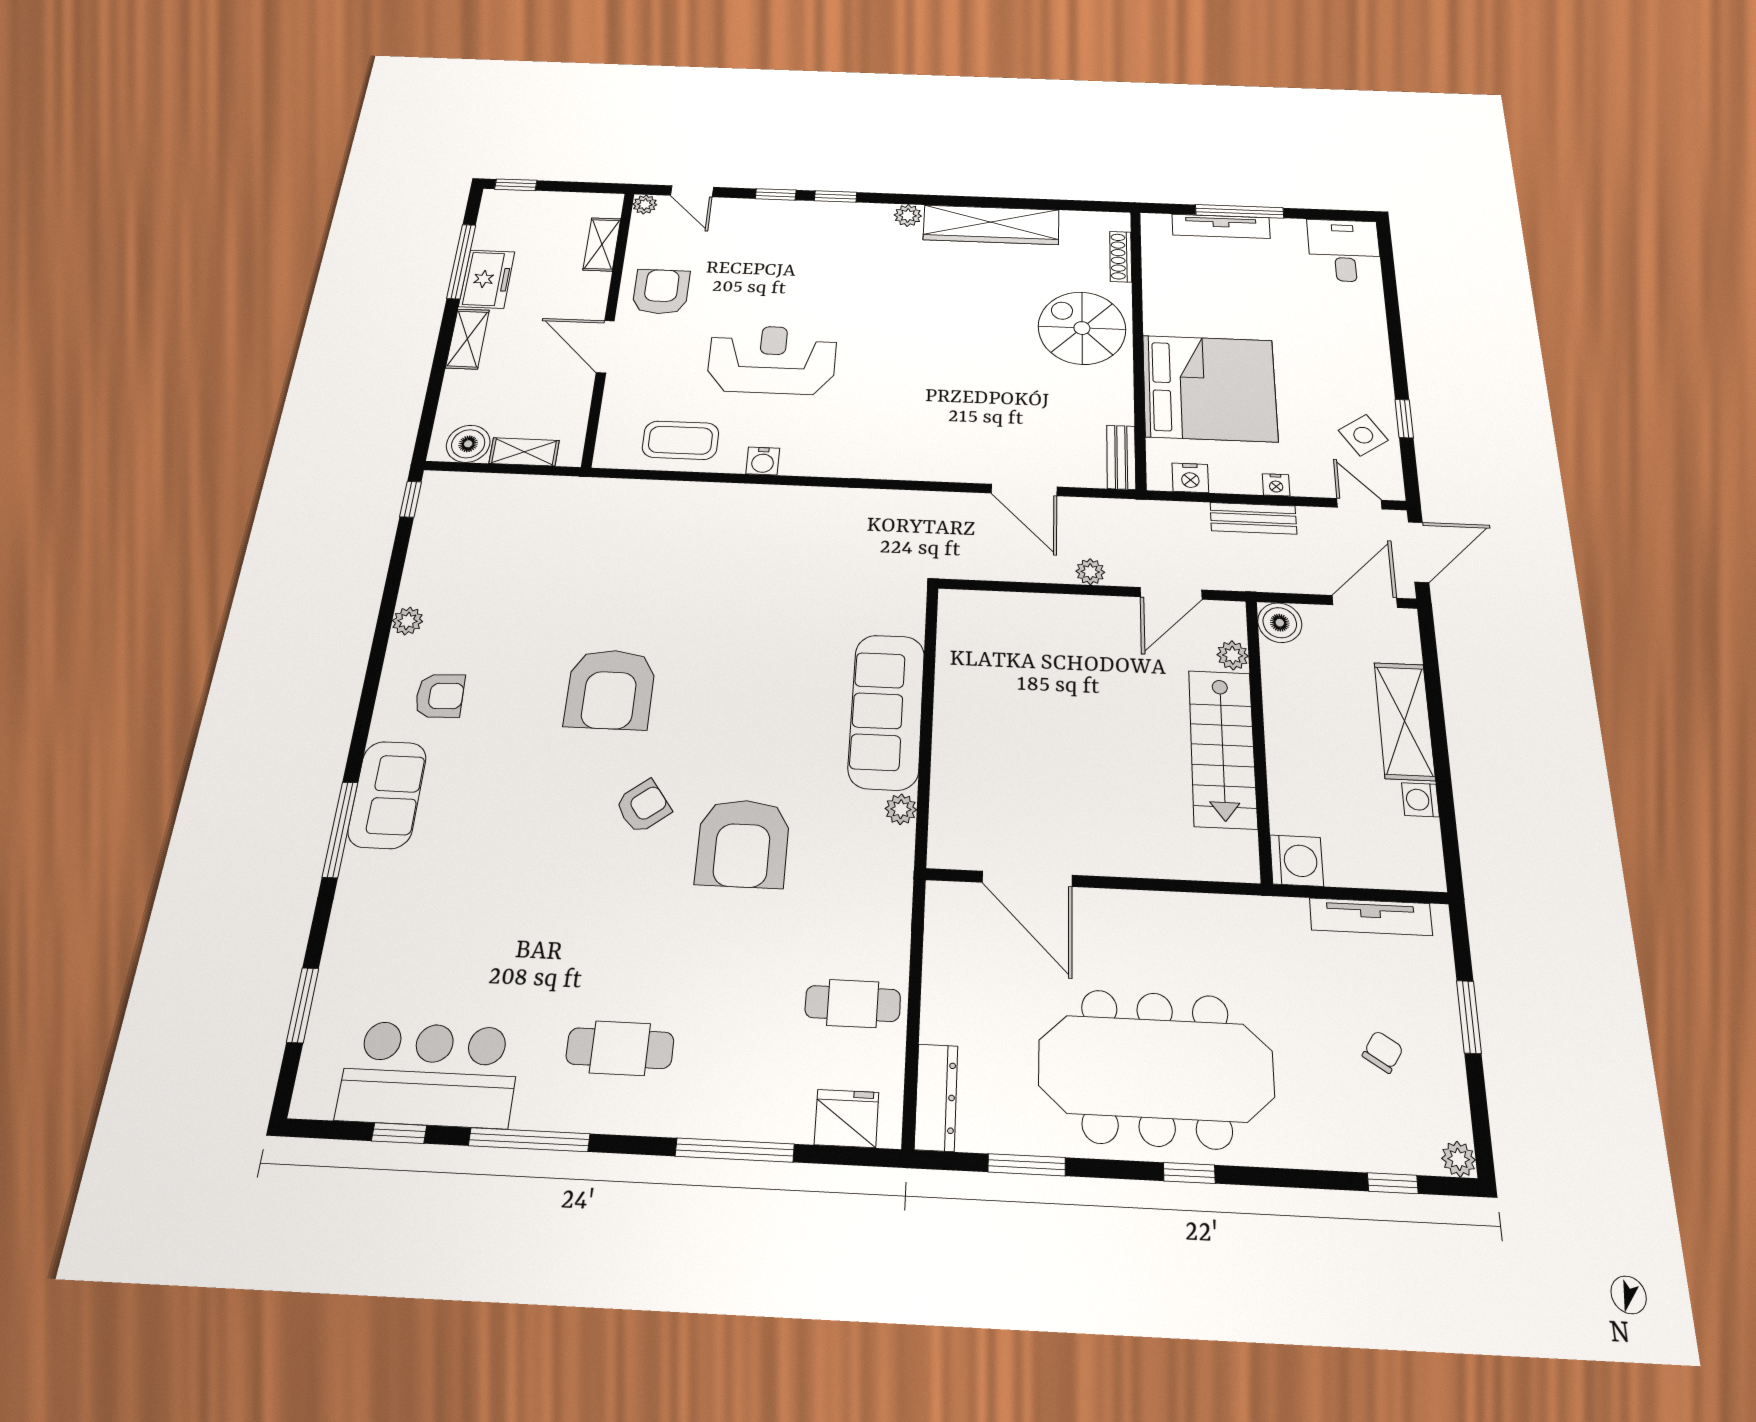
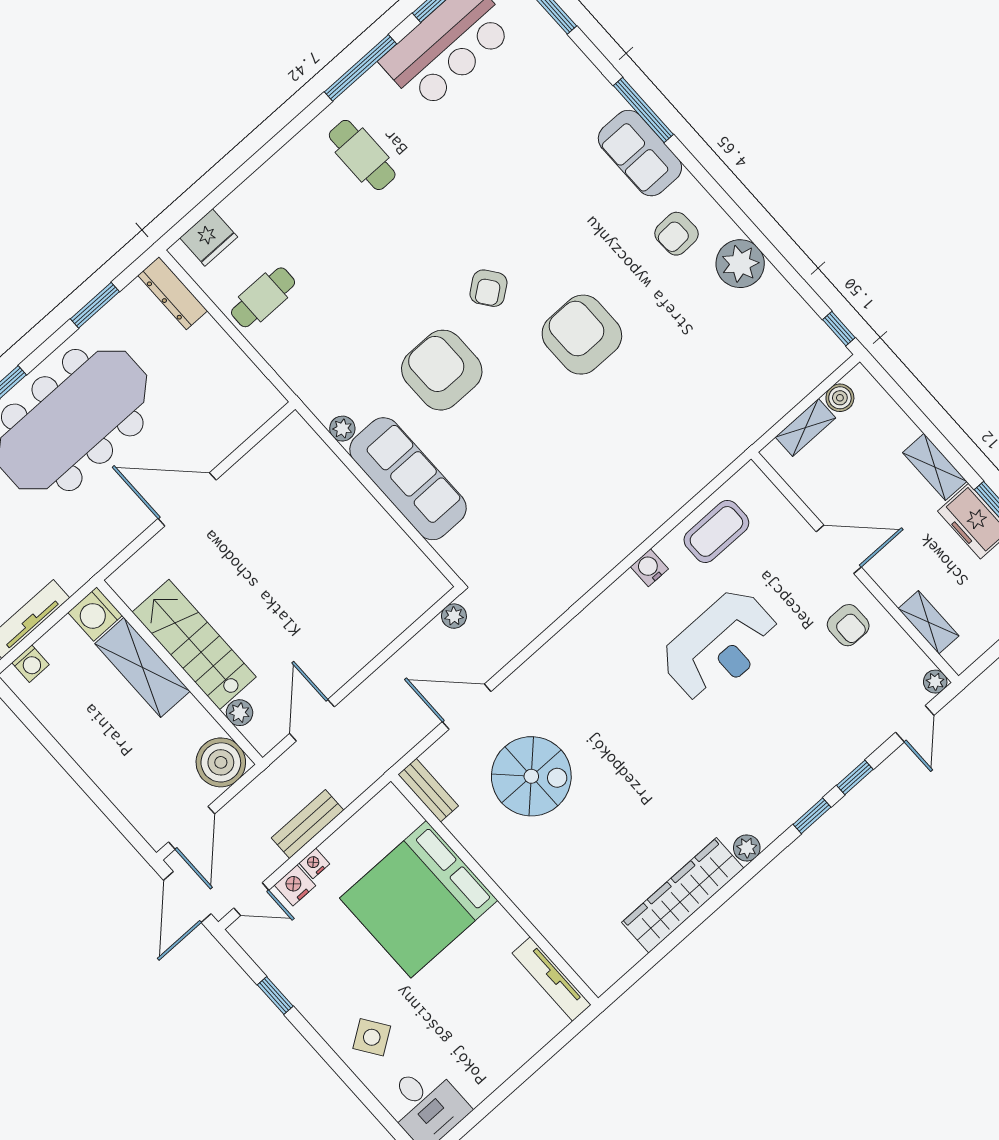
door: (692, 191) -> (915, 724), swing flipped
window: (1240, 211) -> (525, 1072), removed
tv unit: (1221, 226) -> (551, 979), moved, turned -90
shoe rack: (1121, 257) -> (571, 953), removed
armchair: (661, 292) -> (848, 625), width x0.72, depth x0.72
spiral stairs: (1082, 328) -> (531, 776), moved
side table: (1363, 435) -> (372, 1037), moved
boiler: (468, 444) -> (840, 398), width x0.73, depth x0.73
nightstand: (1190, 478) -> (295, 885), moved
plant: (1090, 572) -> (454, 616), moved
plant: (408, 621) -> (740, 264), width x1.88, depth x1.88
boiler: (1280, 623) -> (221, 762), width x1.37, depth x1.37
shelving: (1404, 721) -> (142, 667), moved
washing machine: (1420, 800) -> (30, 664), moved, turned 90
armchair: (743, 843) -> (442, 370), moved
door: (1027, 879) -> (187, 499), moved
cafe table: (620, 1048) -> (362, 155), turned 90
window: (735, 1150) -> (250, 166), removed

